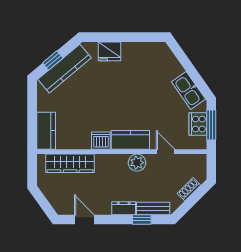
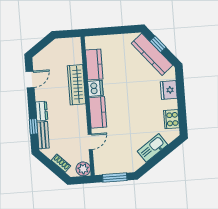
kitchen sink: (189, 90) -> (153, 148), moved
cooker: (198, 124) -> (172, 119), moved, turned -90
kitchen counter: (46, 131) -> (94, 65), moved, turned -90
wardrobe: (70, 163) -> (76, 85), moved
plant: (137, 163) -> (83, 169), moved

